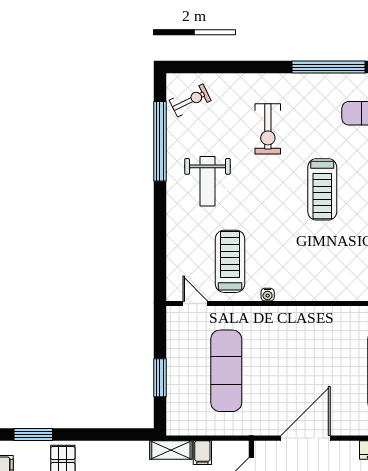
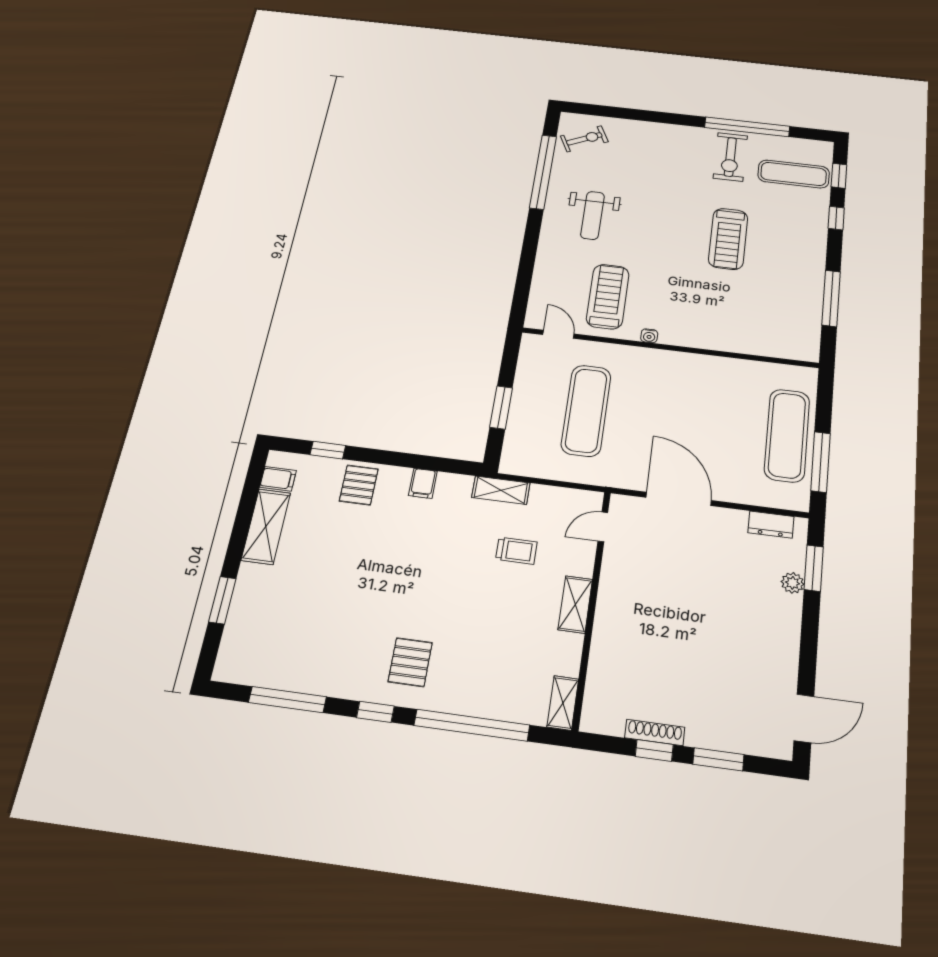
exercise bike: (268, 129) -> (730, 157), moved
window: (33, 435) -> (328, 450), width x0.67
door: (305, 438) -> (679, 499), hinge flipped
filing cabinet: (202, 453) -> (423, 483), moved

